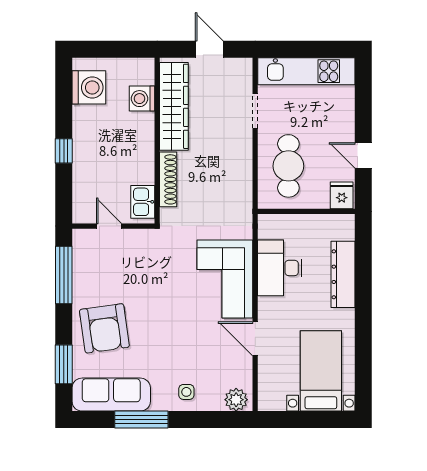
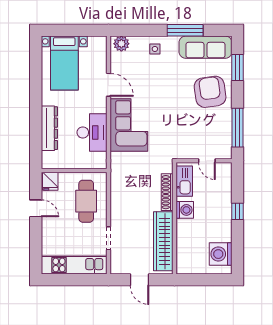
washing machine: (142, 99) -> (185, 210), moved
kitchen sink: (143, 202) -> (184, 181), width x1.38

